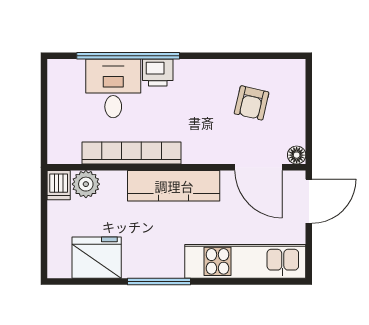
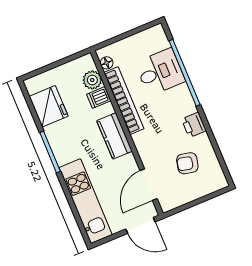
printer: (158, 72) -> (194, 125), moved
floor lamp: (297, 155) -> (107, 63), moved
dishwasher: (59, 185) -> (99, 97), moved
kitchen counter: (174, 186) -> (114, 136), width x0.67

